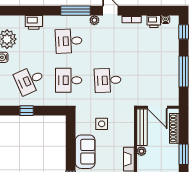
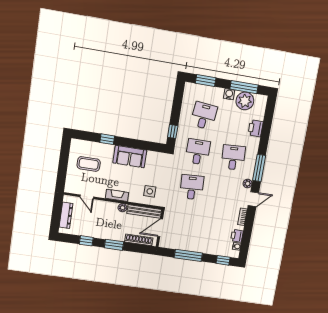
desk: (30, 80) -> (204, 116), turned 30
window: (27, 111) -> (173, 131), moved
side table: (102, 124) -> (150, 191), moved

